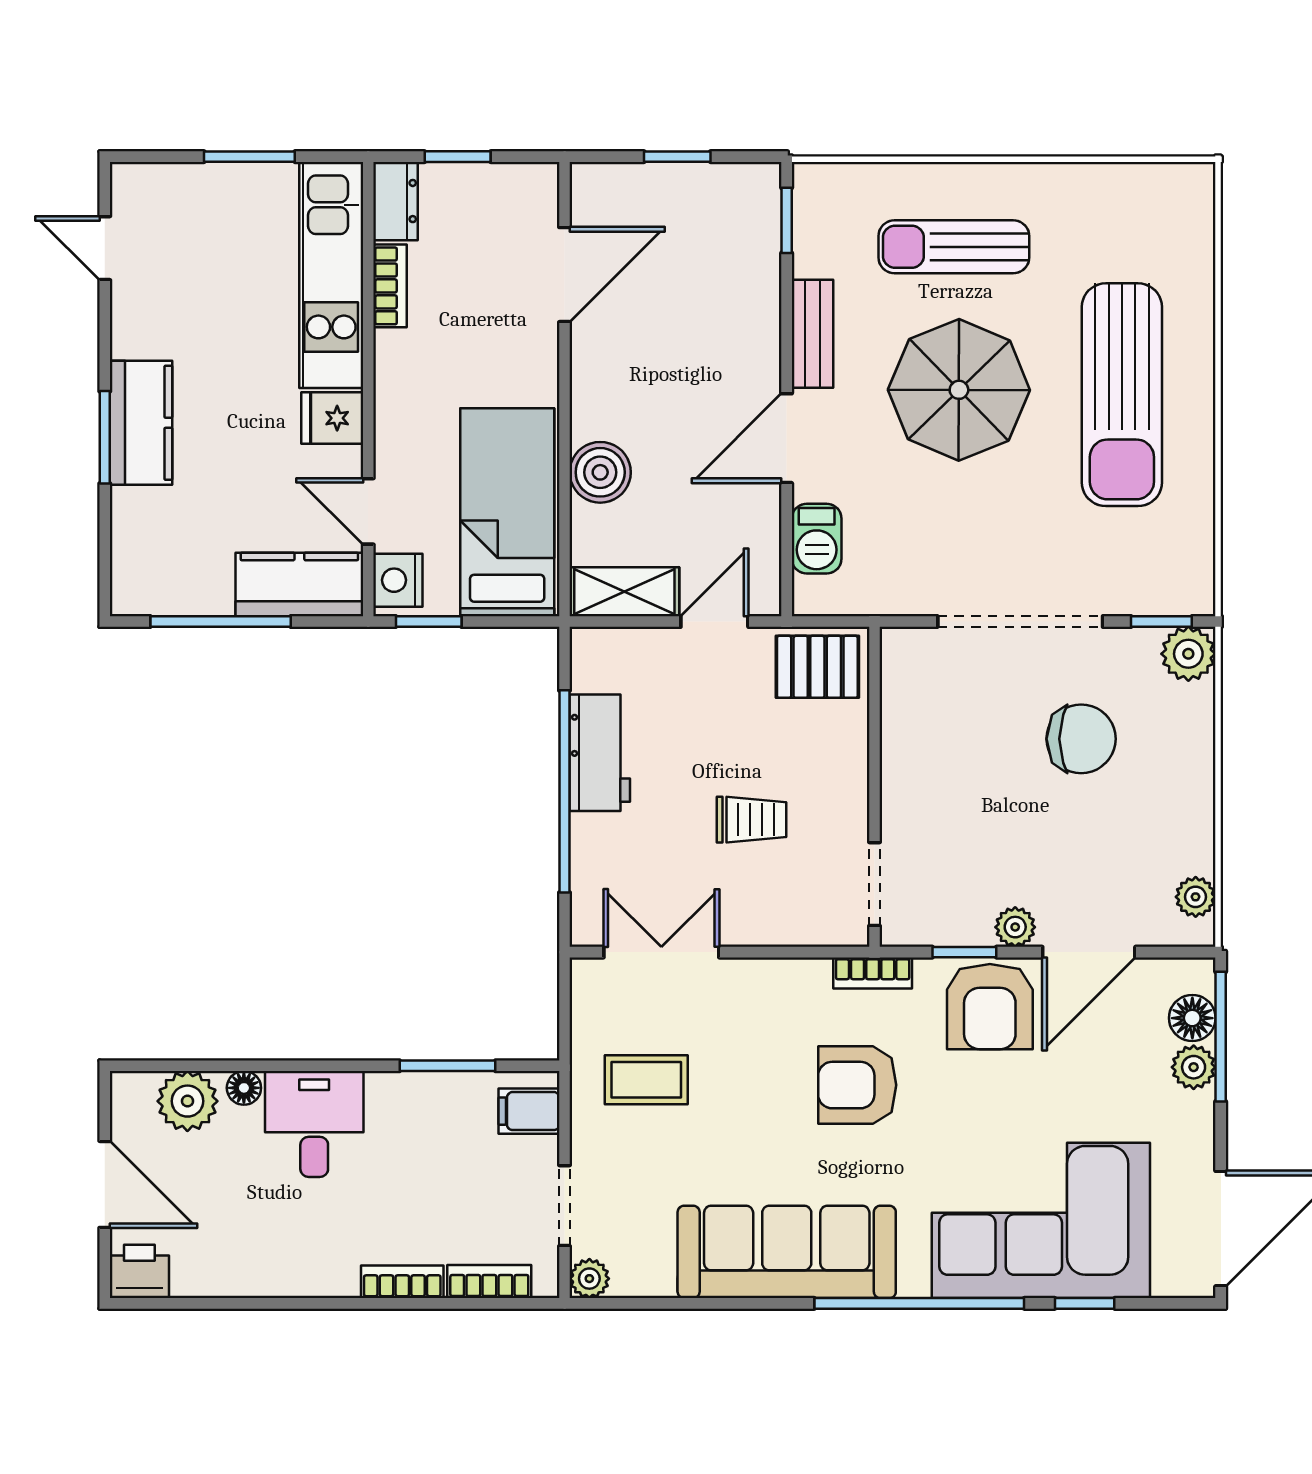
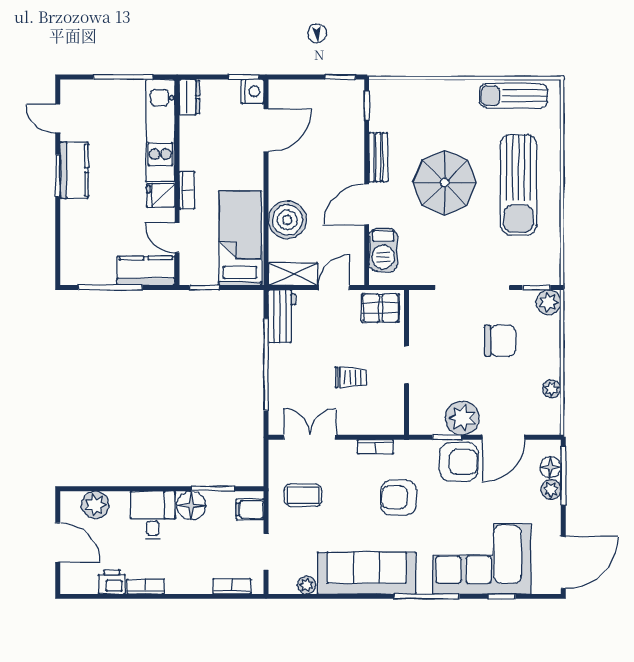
window: (249, 157) -> (123, 77), width x1.44
window: (458, 157) -> (244, 77), moved
window: (677, 157) -> (340, 77), moved
sun lounger: (954, 247) -> (513, 96), moved
bookcase: (390, 286) -> (187, 190), moved
kitchen counter: (141, 423) -> (74, 170), moved
window: (105, 437) -> (58, 176), moved
boiler: (600, 472) -> (287, 220), width x1.37, depth x1.37
barbecue: (817, 539) -> (383, 250), width x1.38, depth x1.27
nightstand: (398, 580) -> (253, 91), moved, turned 180
workbench: (600, 753) -> (282, 316), moved
doorway: (874, 884) -> (406, 365), moved
plant: (1196, 897) -> (552, 389), moved
plant: (1015, 927) -> (462, 418), width x1.88, depth x1.88
bookcase: (873, 973) -> (375, 447), moved
armchair: (990, 1007) -> (459, 462), turned -90
floor lamp: (244, 1088) -> (191, 506), moved, width x1.89, depth x1.89
printer: (139, 1271) -> (112, 582), moved
plant: (589, 1279) -> (307, 585), moved
bookcase: (402, 1282) -> (146, 587), moved
window: (919, 1303) -> (427, 596), width x0.68

